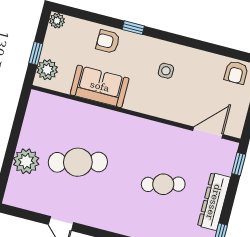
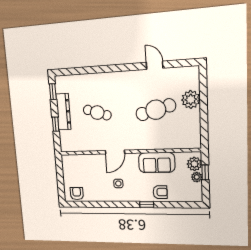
plant: (57, 21) -> (197, 177), moved
door: (208, 133) -> (115, 152), moved
window: (239, 164) -> (56, 124), moved
cafe table: (163, 184) -> (97, 113), turned 33

